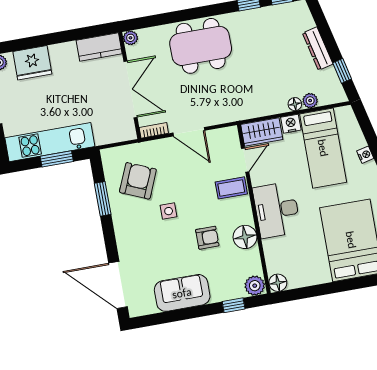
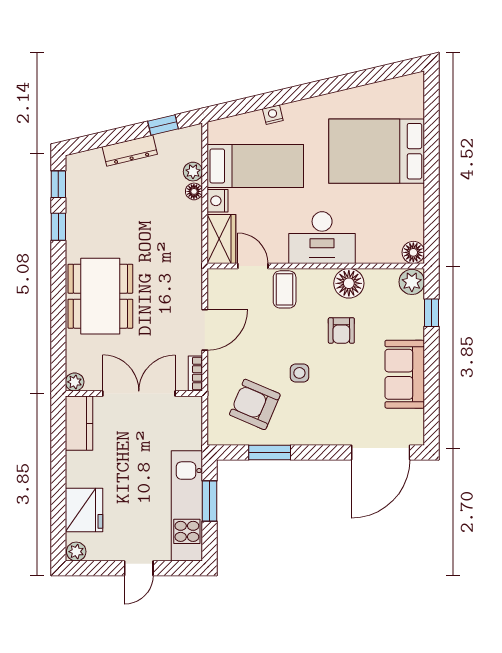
armchair: (207, 238) -> (341, 330), turned 180

